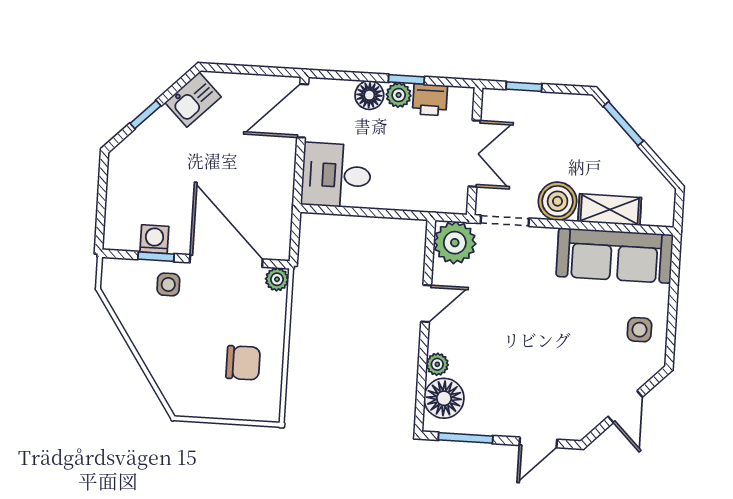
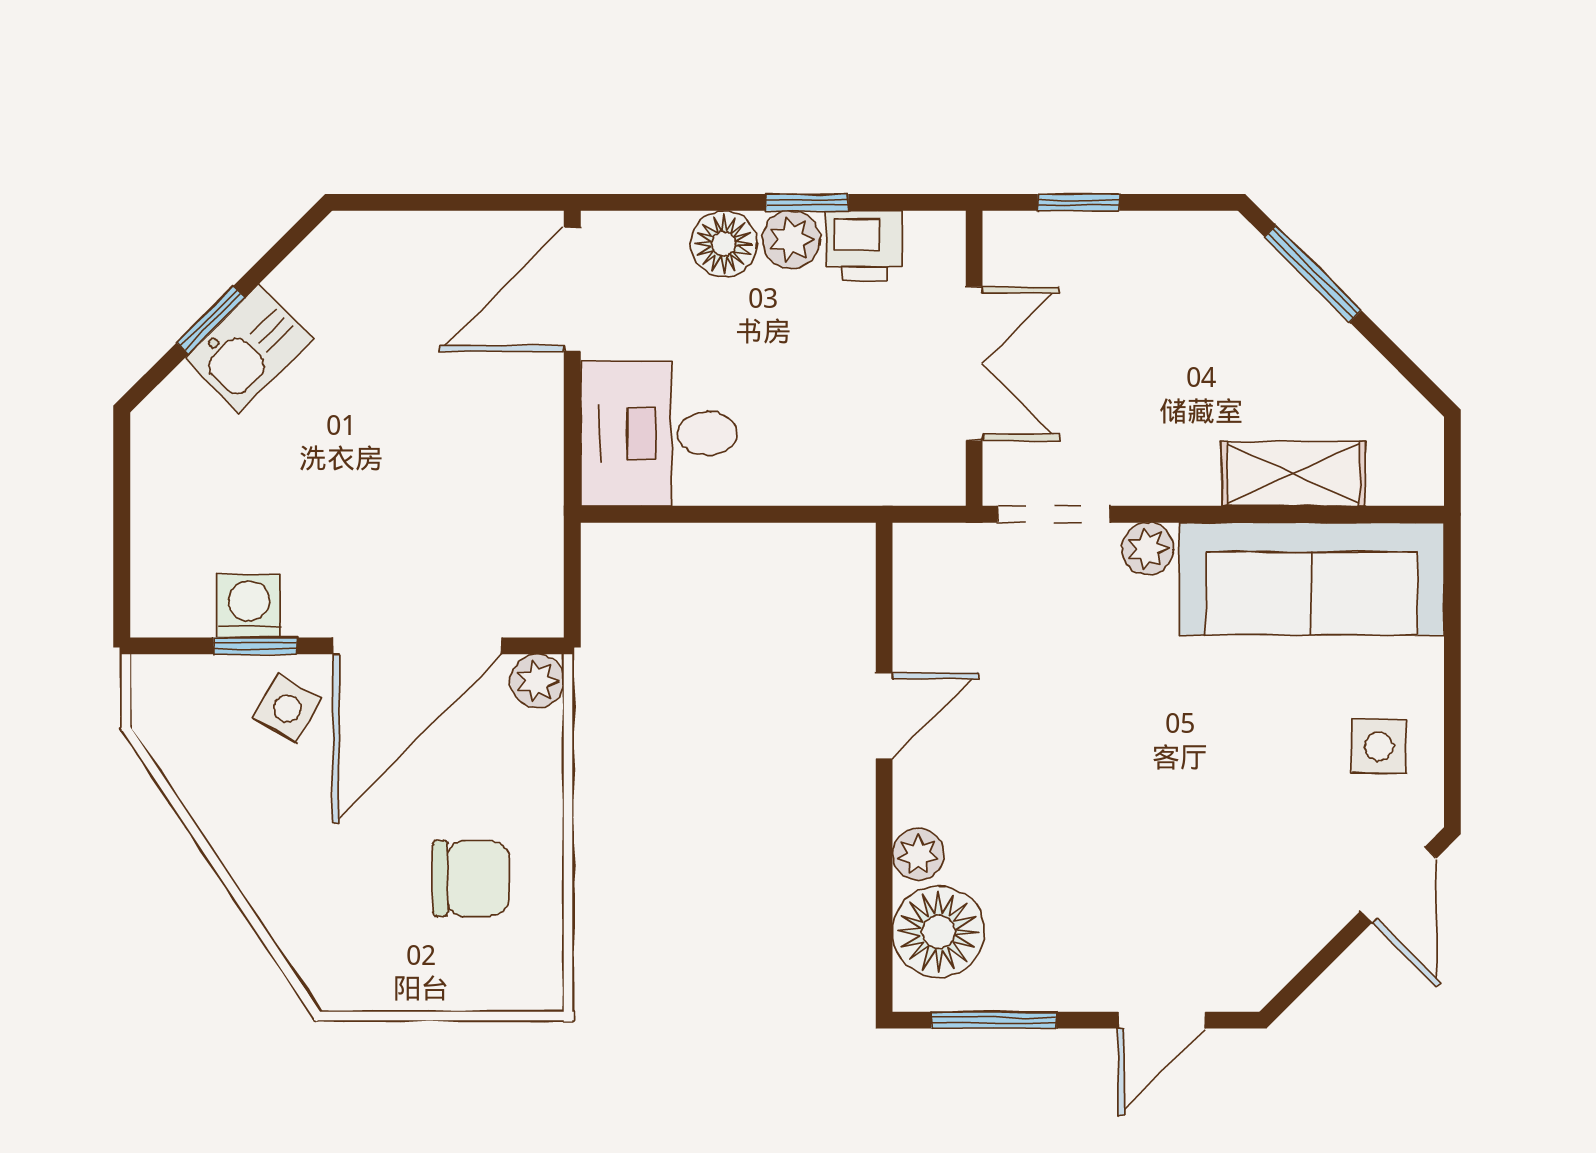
kitchen sink: (193, 100) -> (249, 348), moved
boiler: (558, 201) -> (1172, 462), removed
plant: (455, 243) -> (1148, 549), moved, width x0.53, depth x0.53
door: (226, 261) -> (417, 646), swing flipped
side table: (168, 284) -> (287, 708), turned 30
door: (625, 407) -> (1398, 885), moved

